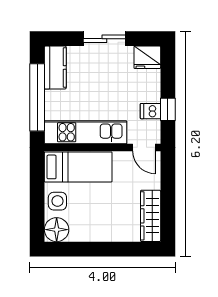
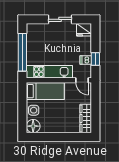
kitchen counter: (55, 67) -> (32, 36), removed

